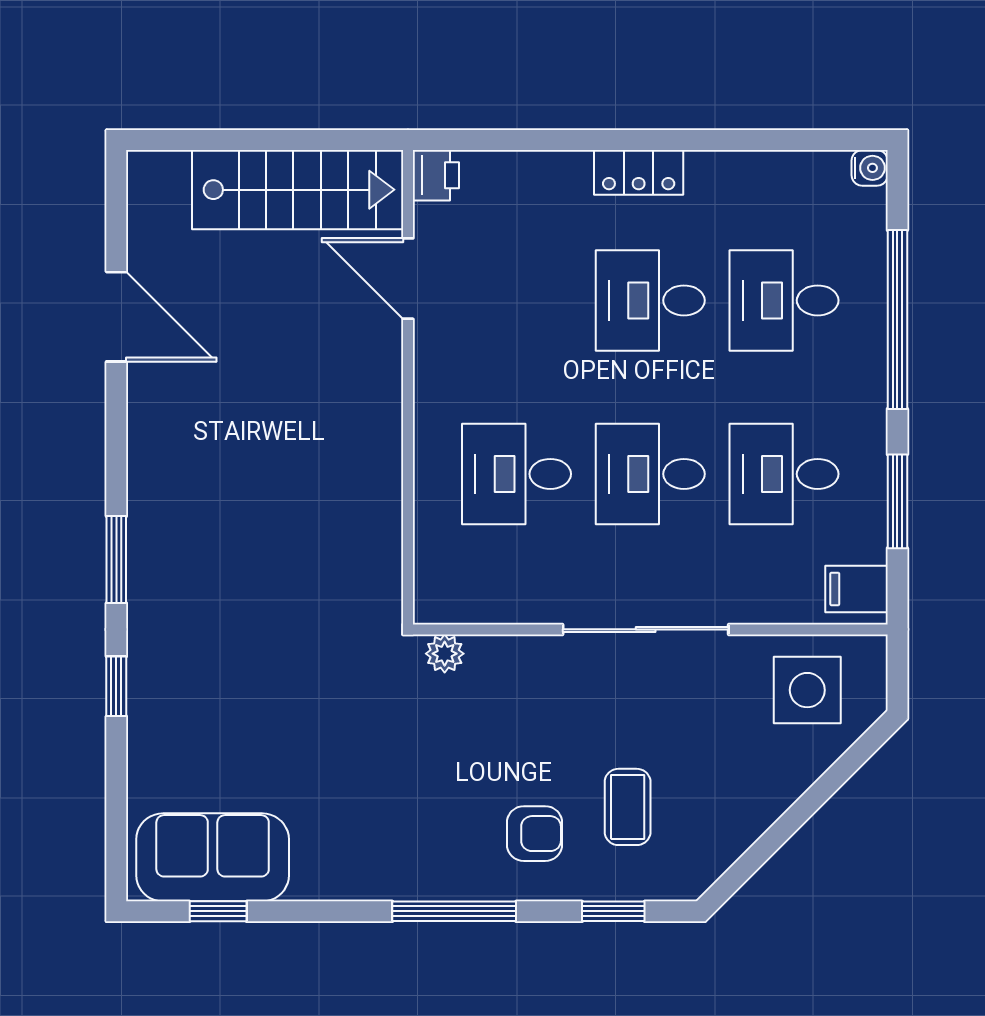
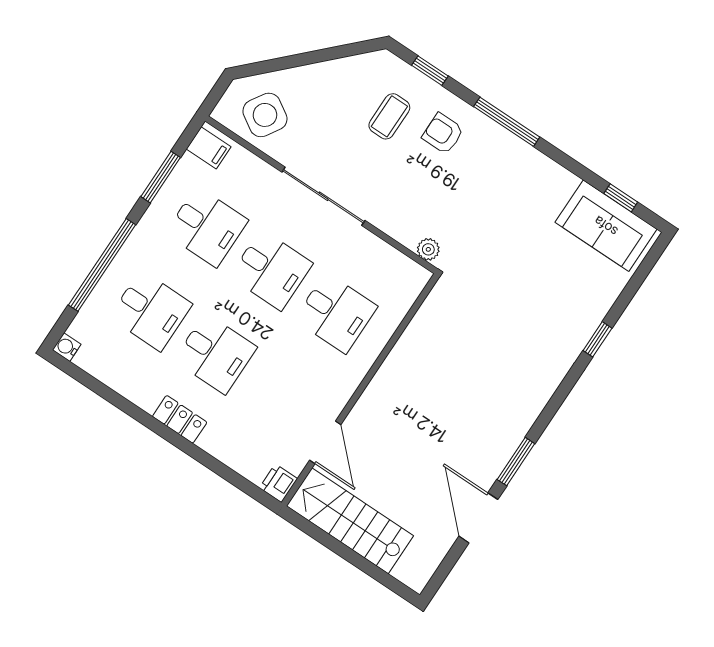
window: (116, 560) -> (516, 462), moved
side table: (807, 690) -> (265, 115), turned 32

